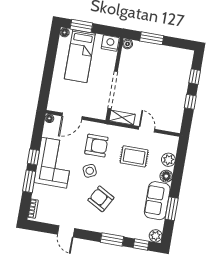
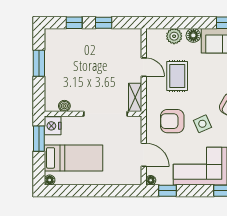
window: (81, 26) -> (39, 139), moved
window: (152, 38) -> (39, 63), moved
boiler: (127, 44) -> (64, 106), moved
door: (147, 129) -> (144, 67), swing flipped
armchair: (96, 146) -> (172, 121), turned -90
window: (33, 157) -> (167, 191), moved

